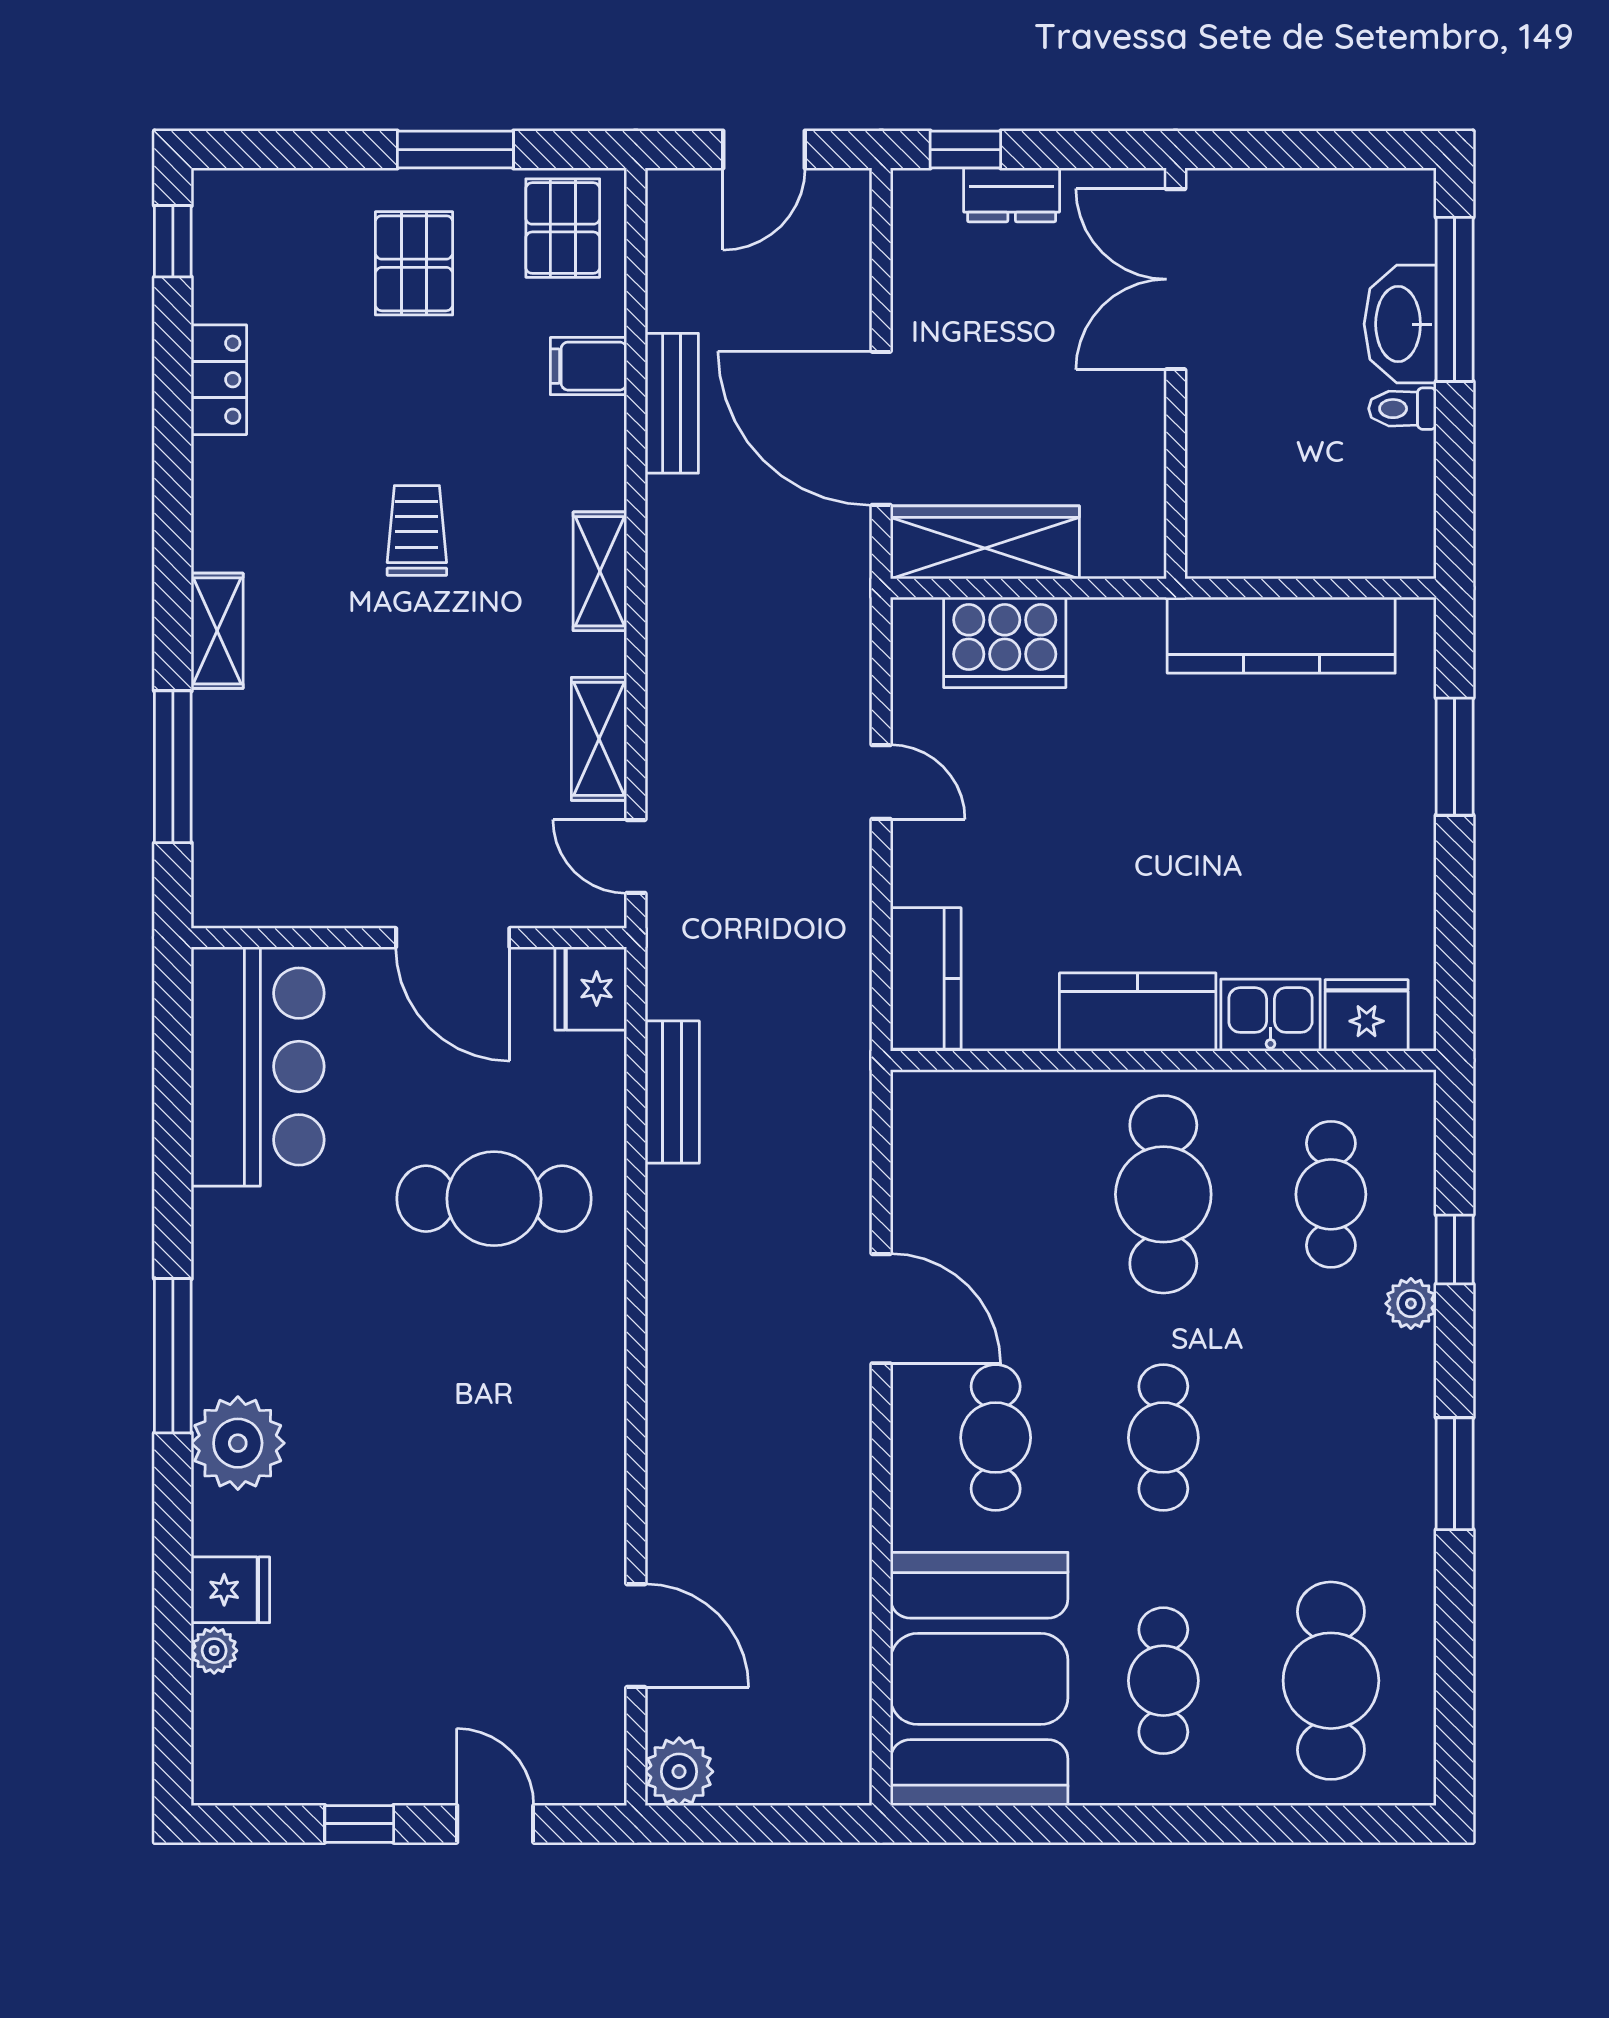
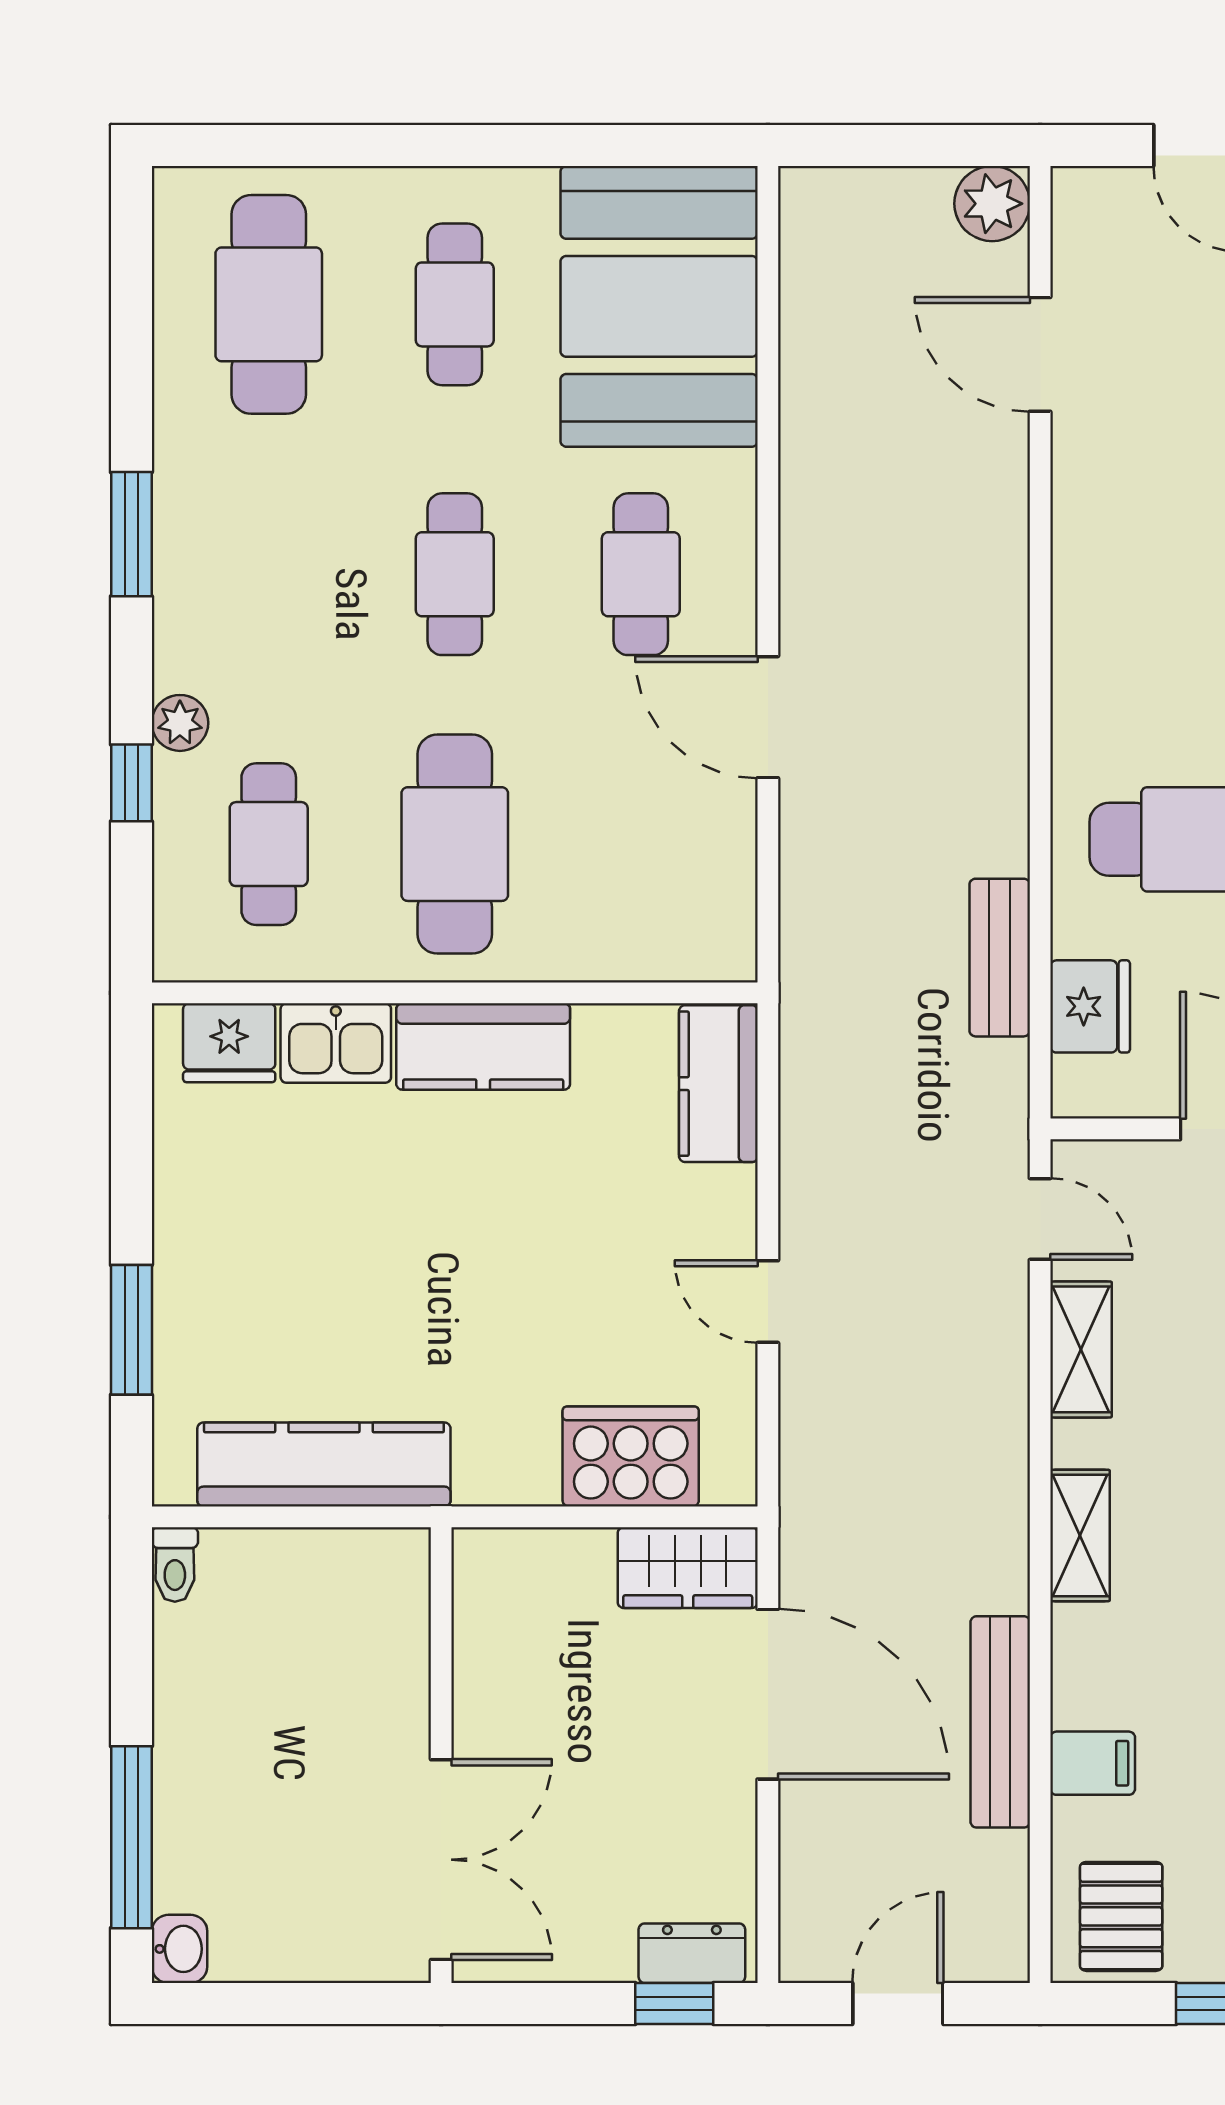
dresser: (1012, 195) -> (692, 1953), moved
washbasin: (1400, 324) -> (179, 1949), moved, width x0.52, depth x0.69
bench: (672, 403) -> (1000, 1722), width x1.36
toilet: (1402, 409) -> (175, 1565), moved, turned 90
wardrobe: (985, 542) -> (688, 1568), width x0.67
fridge: (591, 988) -> (1090, 1006), moved

